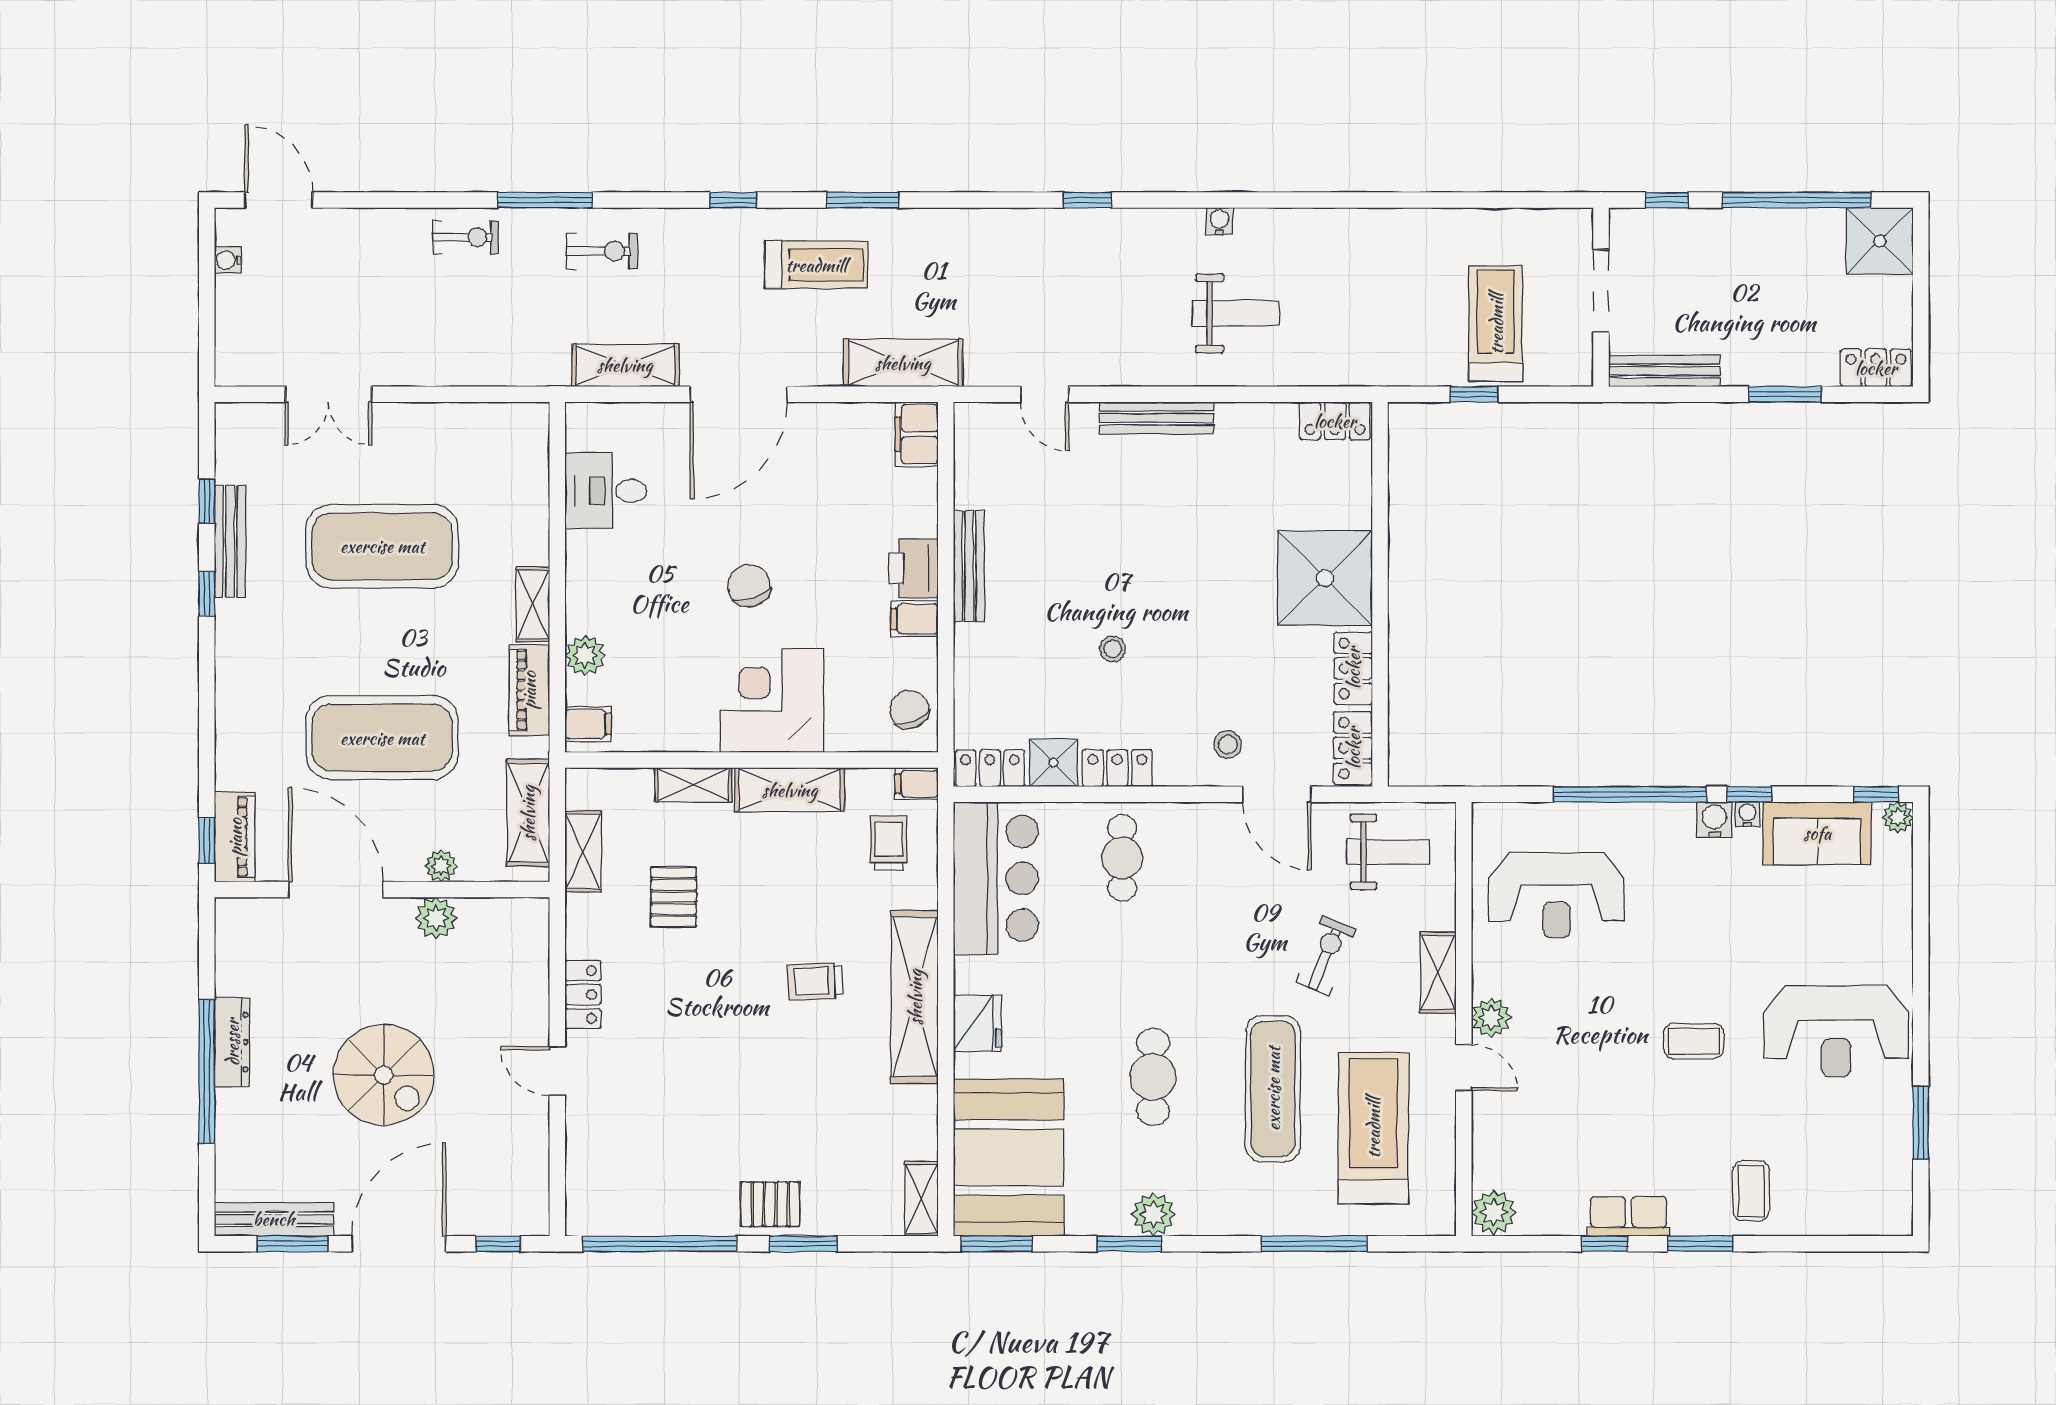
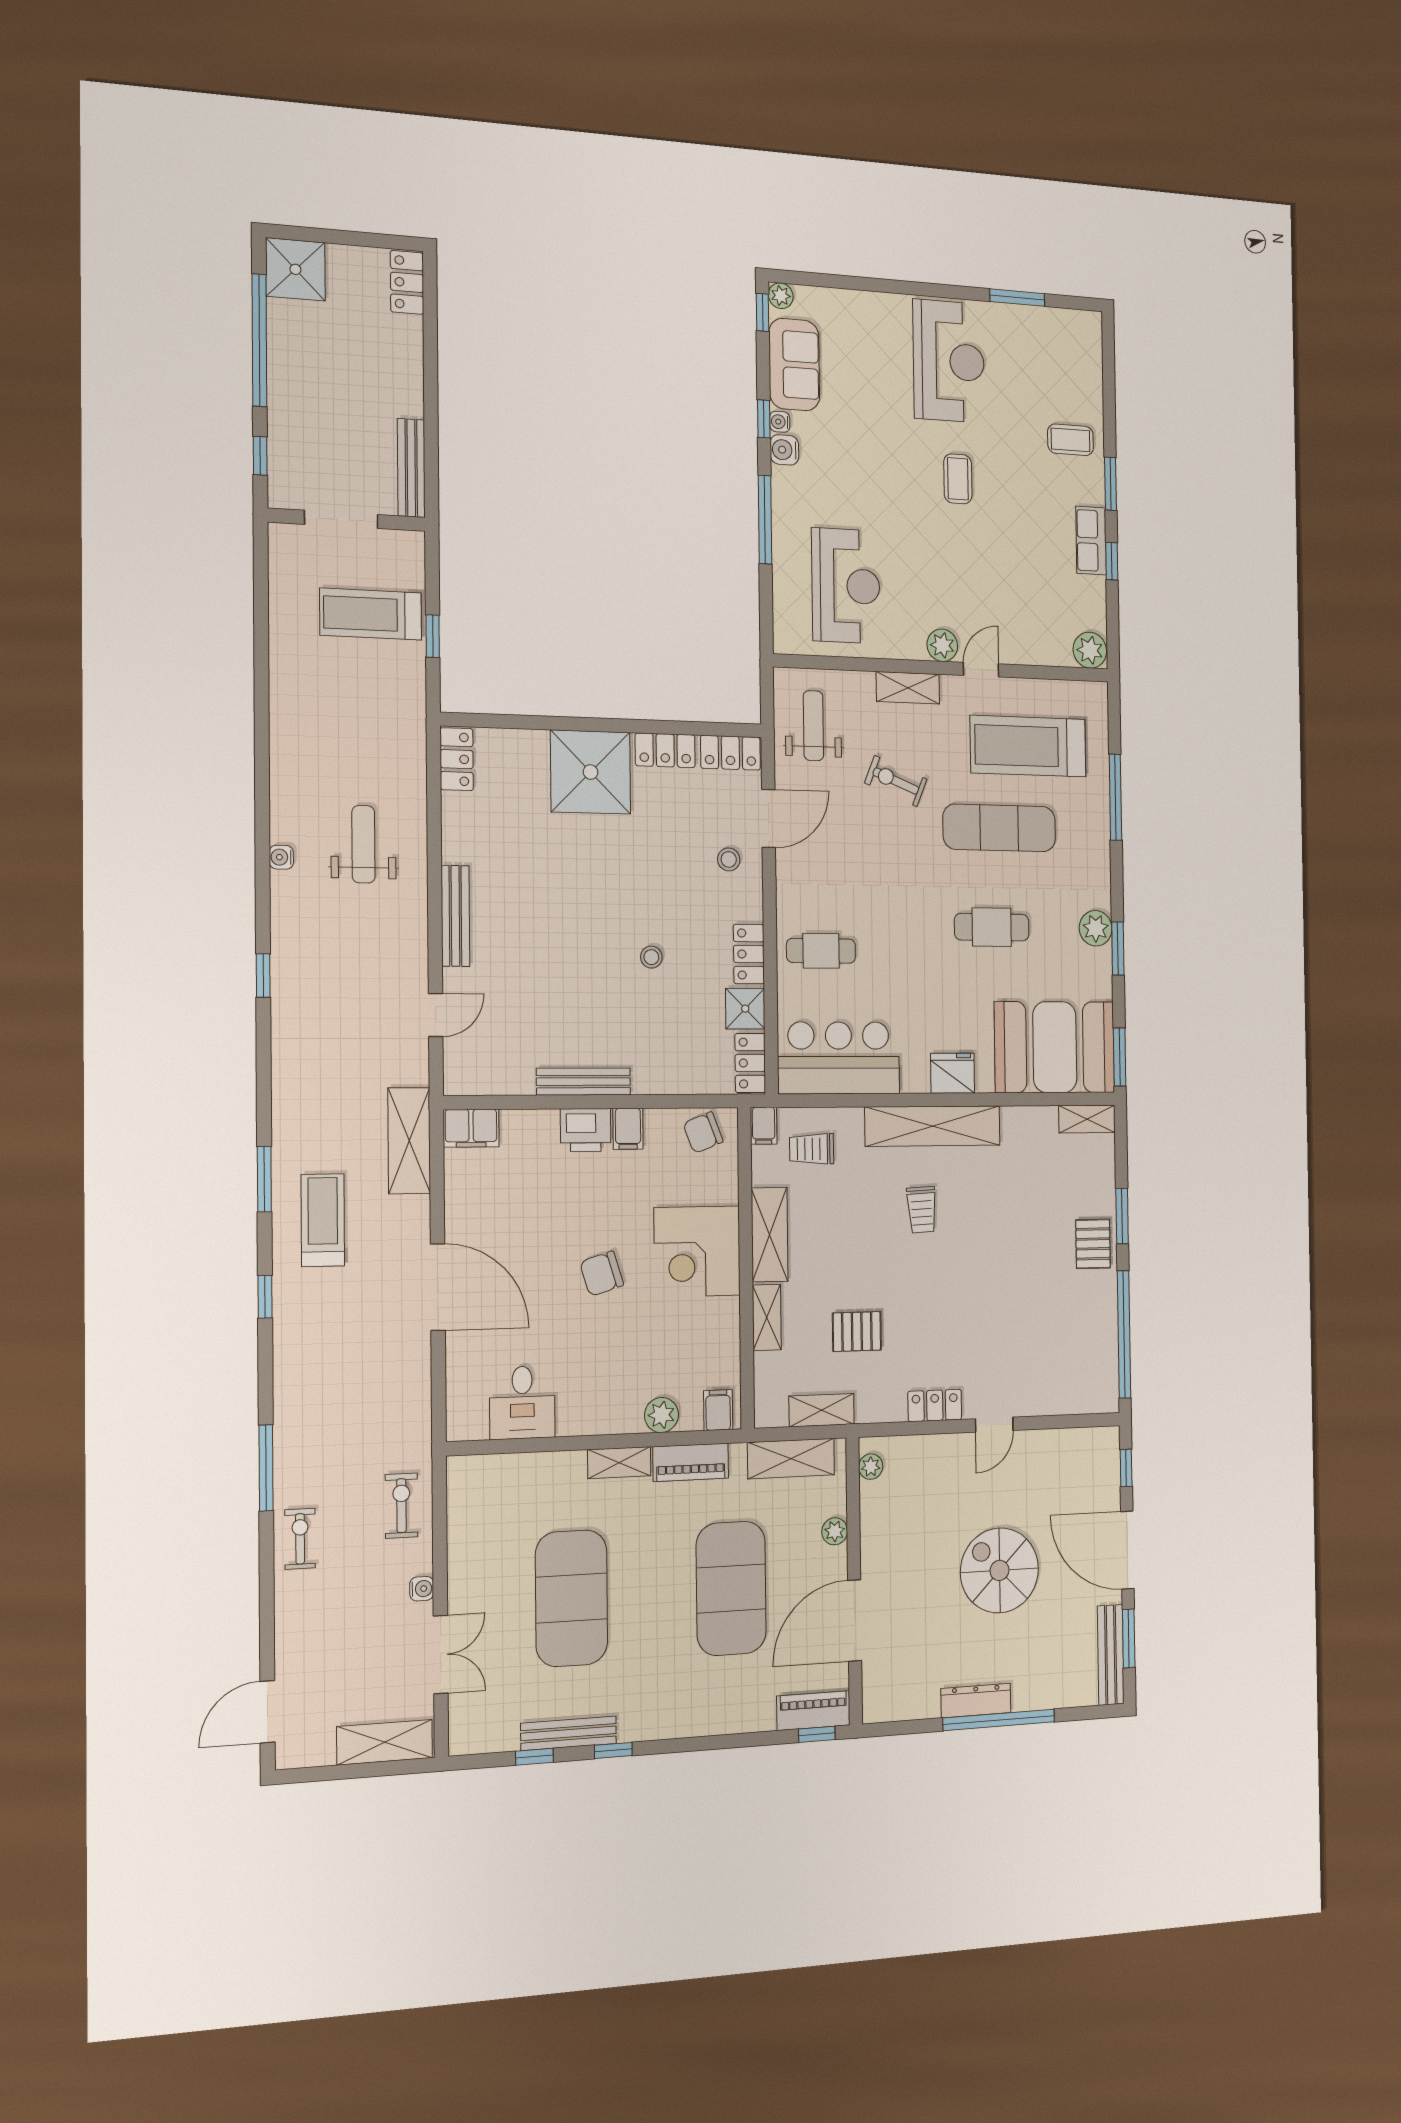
exercise bike: (602, 251) -> (401, 1506), moved
water cooler: (228, 260) -> (422, 1589), moved, turned -90
shelving: (625, 365) -> (385, 1742), moved, turned 90
window: (1785, 394) -> (431, 364), removed
window: (1630, 794) -> (765, 520), width x0.68
plant: (436, 918) -> (871, 1467), moved, width x0.73, depth x0.73
spiral stairs: (384, 1075) -> (999, 1570), turned -90

